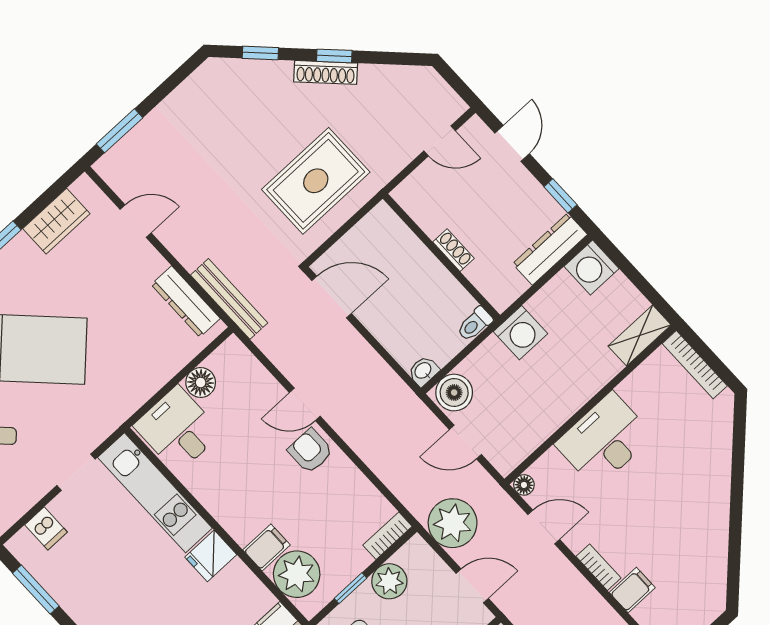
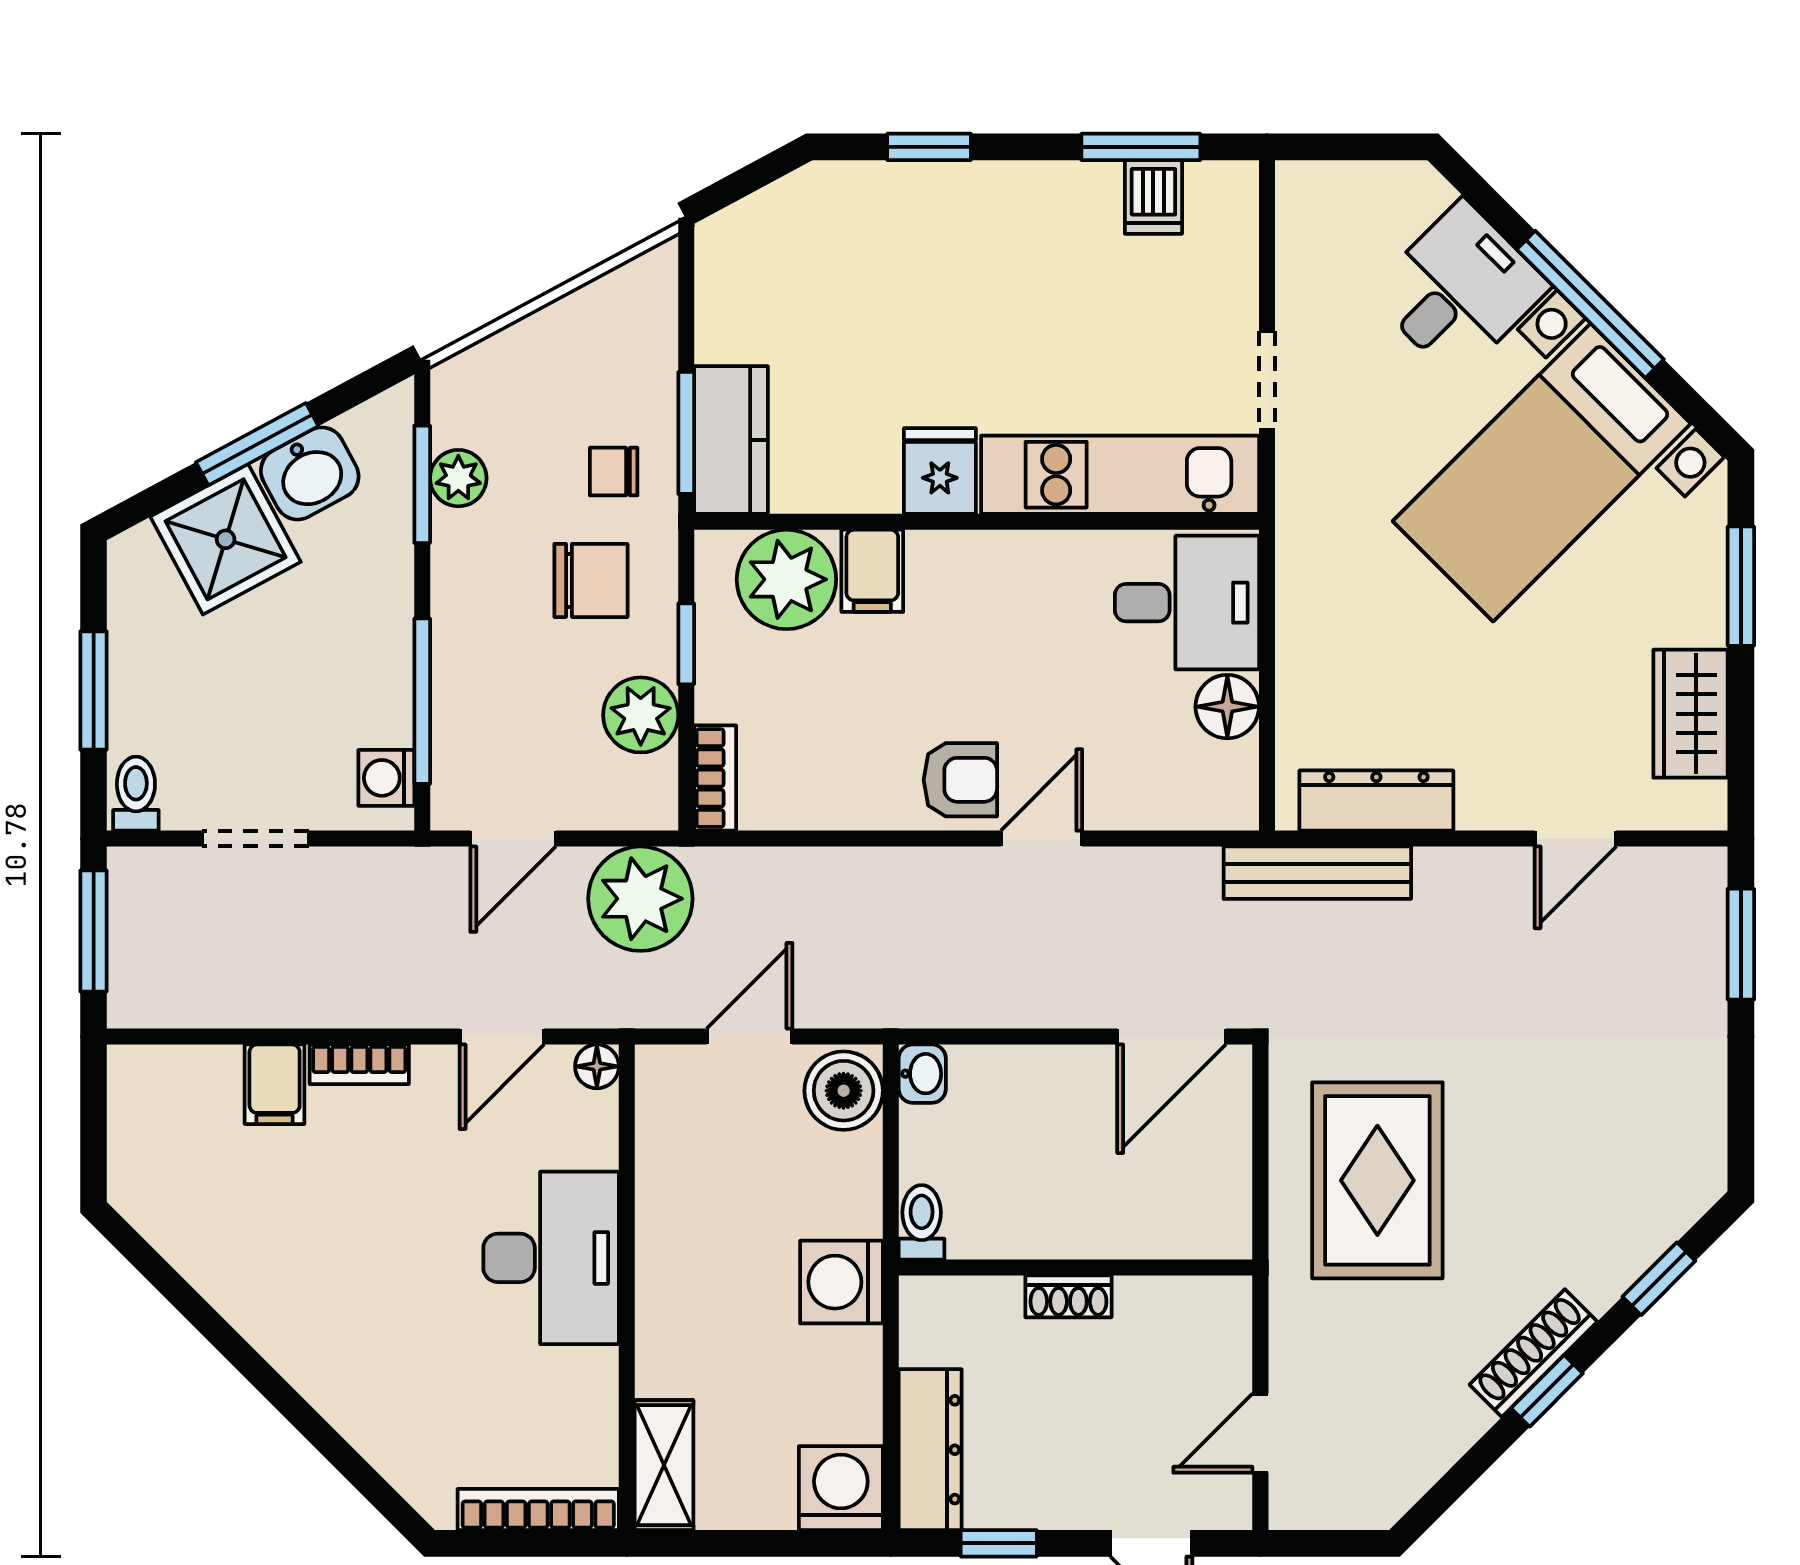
dishwasher: (46, 528) -> (1153, 197), moved, turned -90

